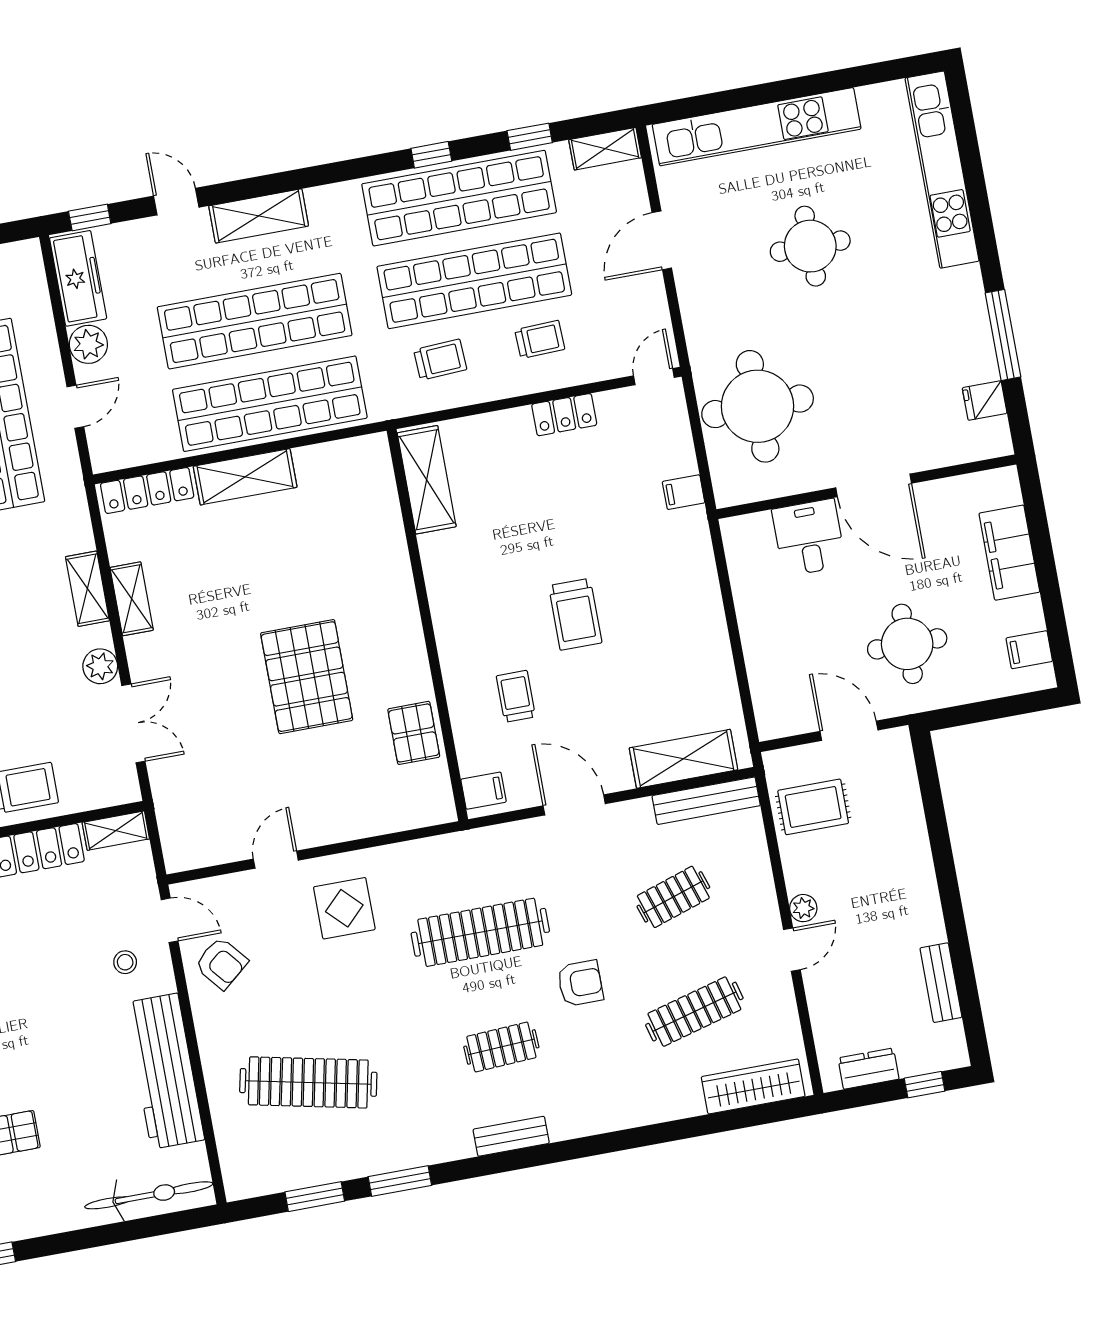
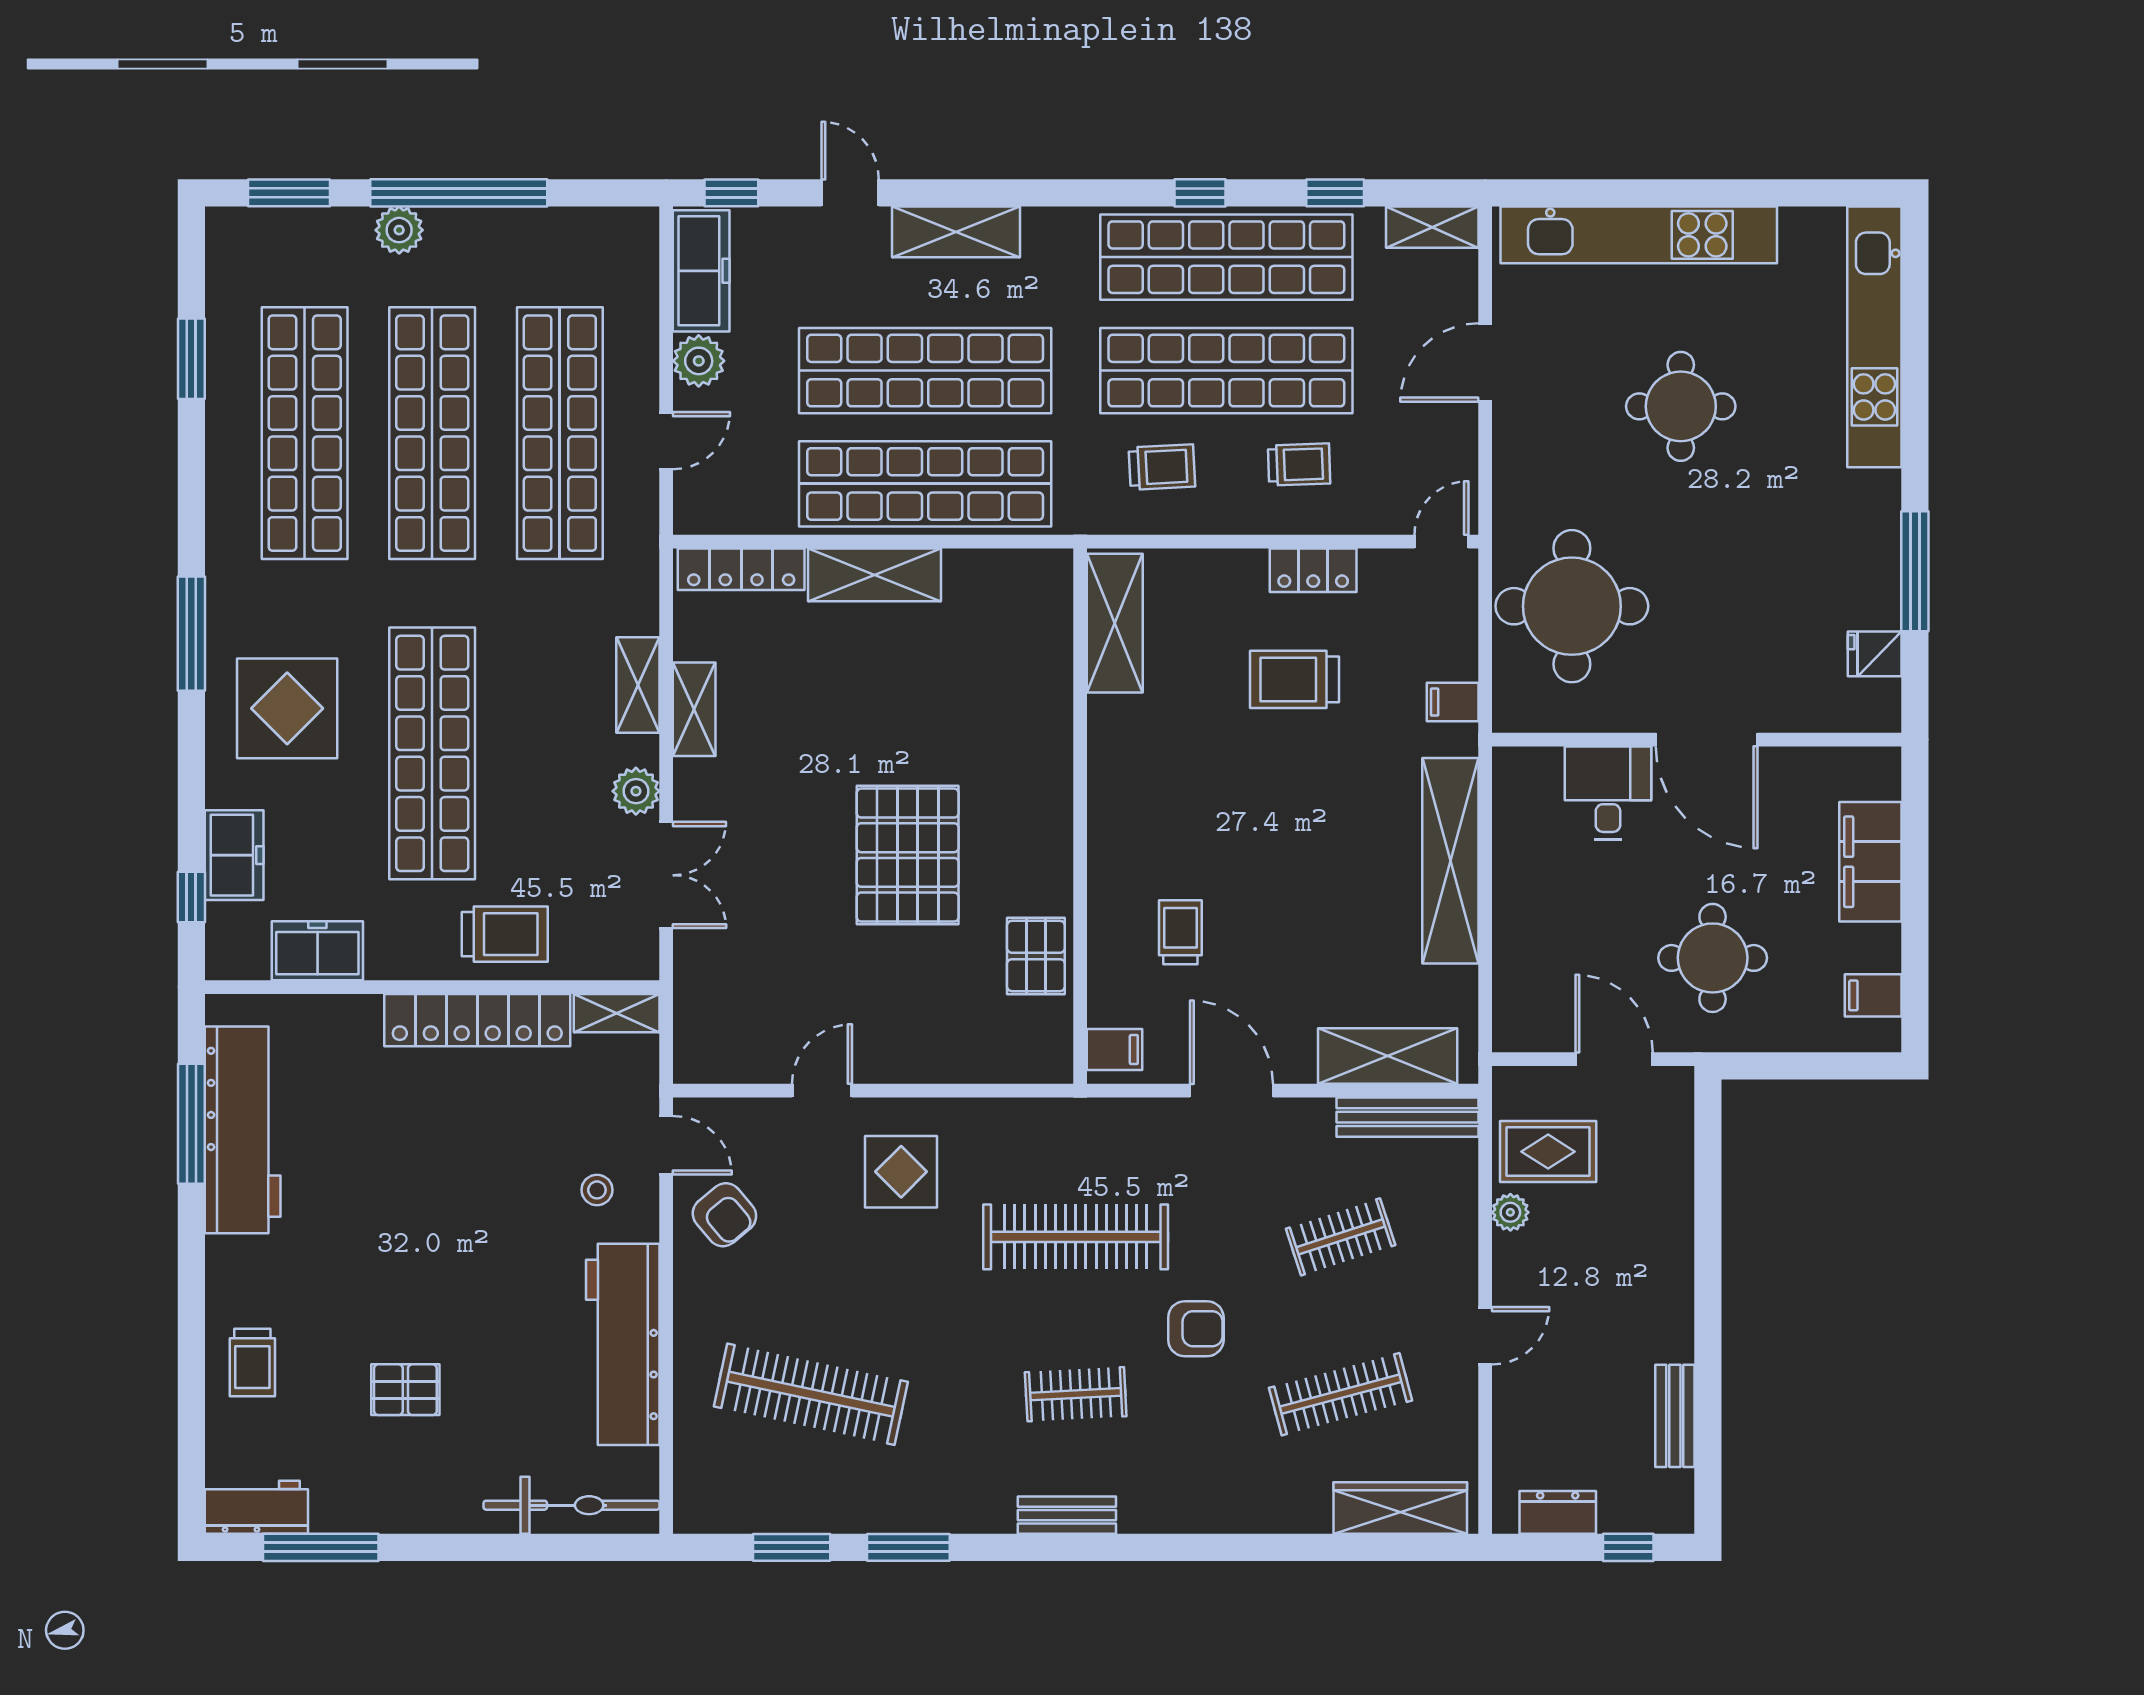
shelving: (703, 608) -> (1450, 861), added
trolley: (575, 614) -> (1294, 679), moved, turned 90
plant: (803, 908) -> (1510, 1212), moved

